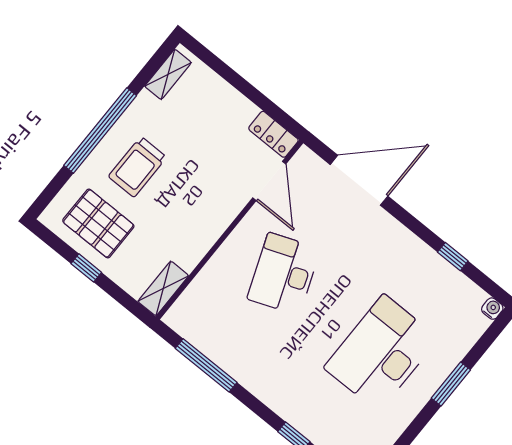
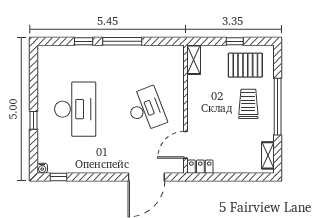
door: (269, 181) -> (186, 145), hinge flipped
window: (453, 257) -> (59, 177), moved
window: (206, 365) -> (122, 41), moved
window: (451, 384) -> (33, 120), width x0.67

